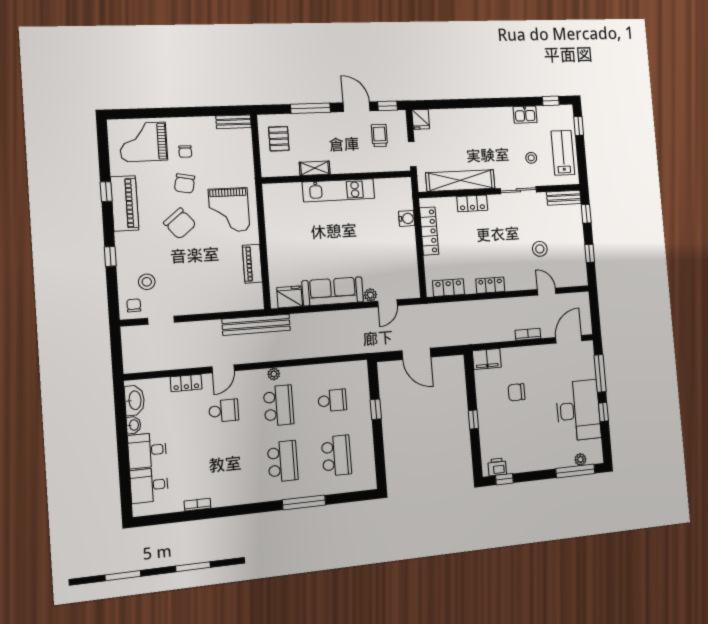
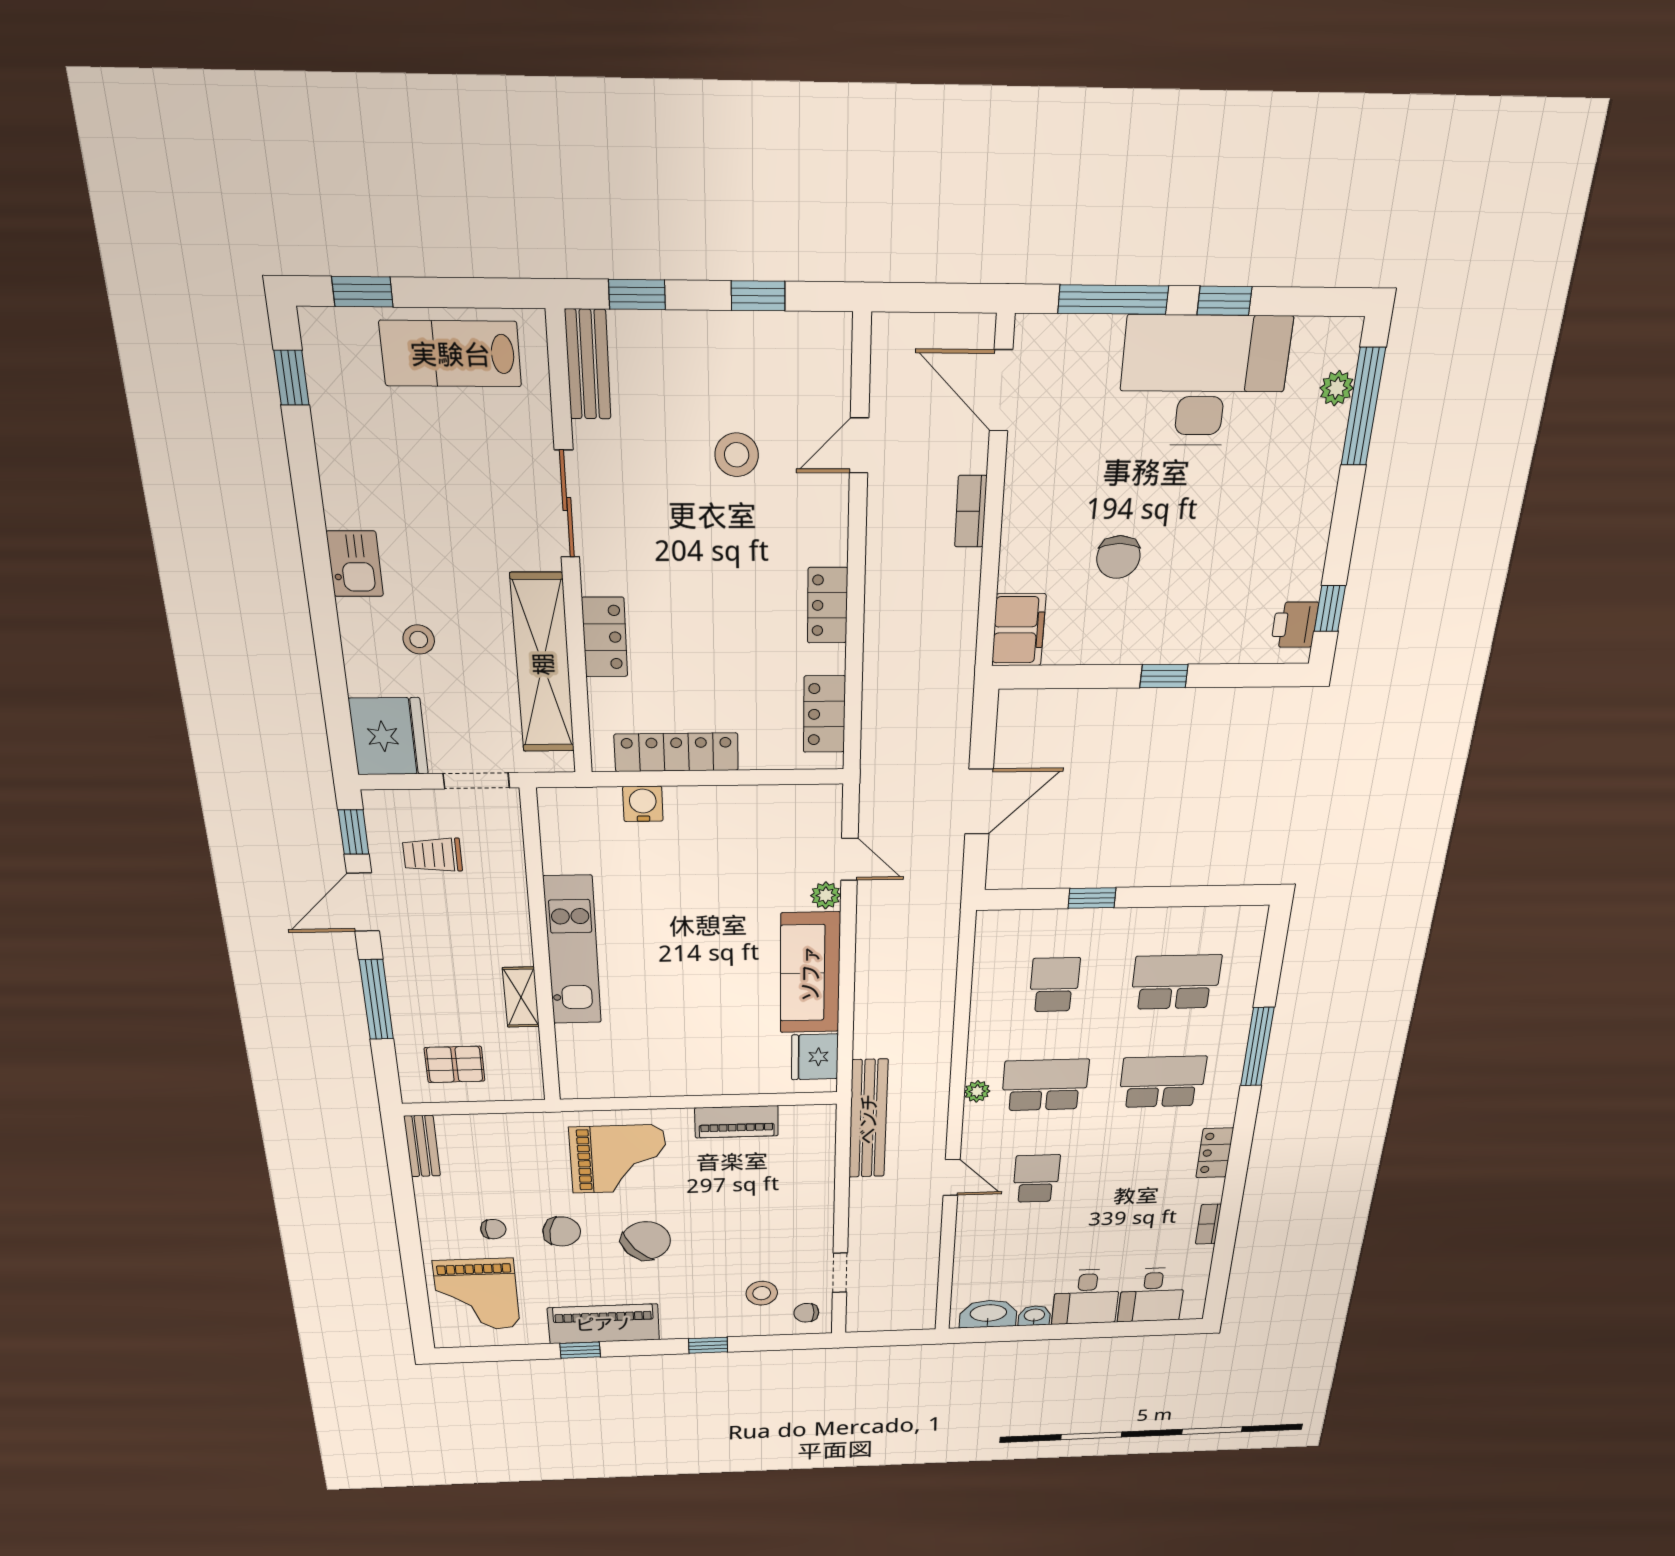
kitchen sink: (525, 115) -> (355, 564), moved
fridge: (421, 119) -> (389, 736), width x1.88, depth x1.34
stool: (531, 158) -> (419, 639), moved
locker: (186, 383) -> (1215, 1153), moved, turned 180

